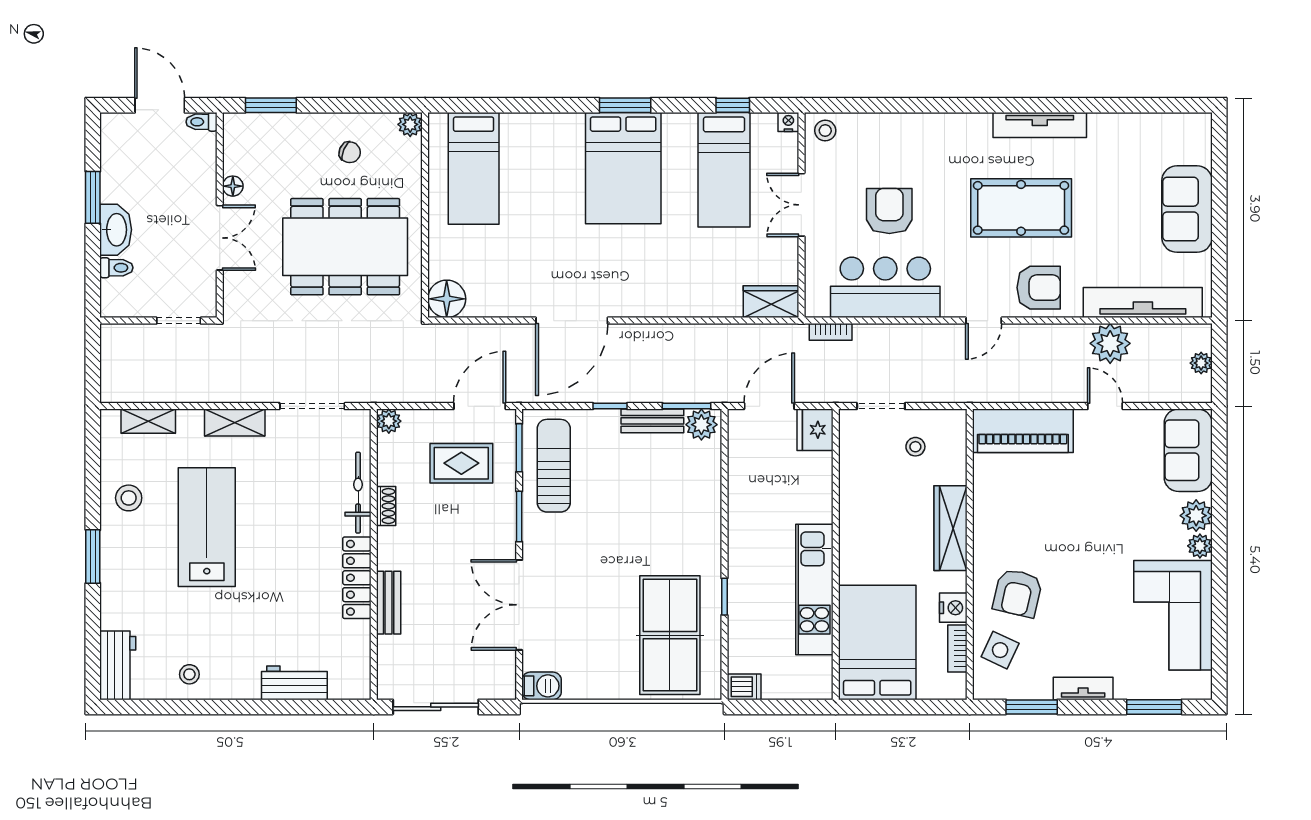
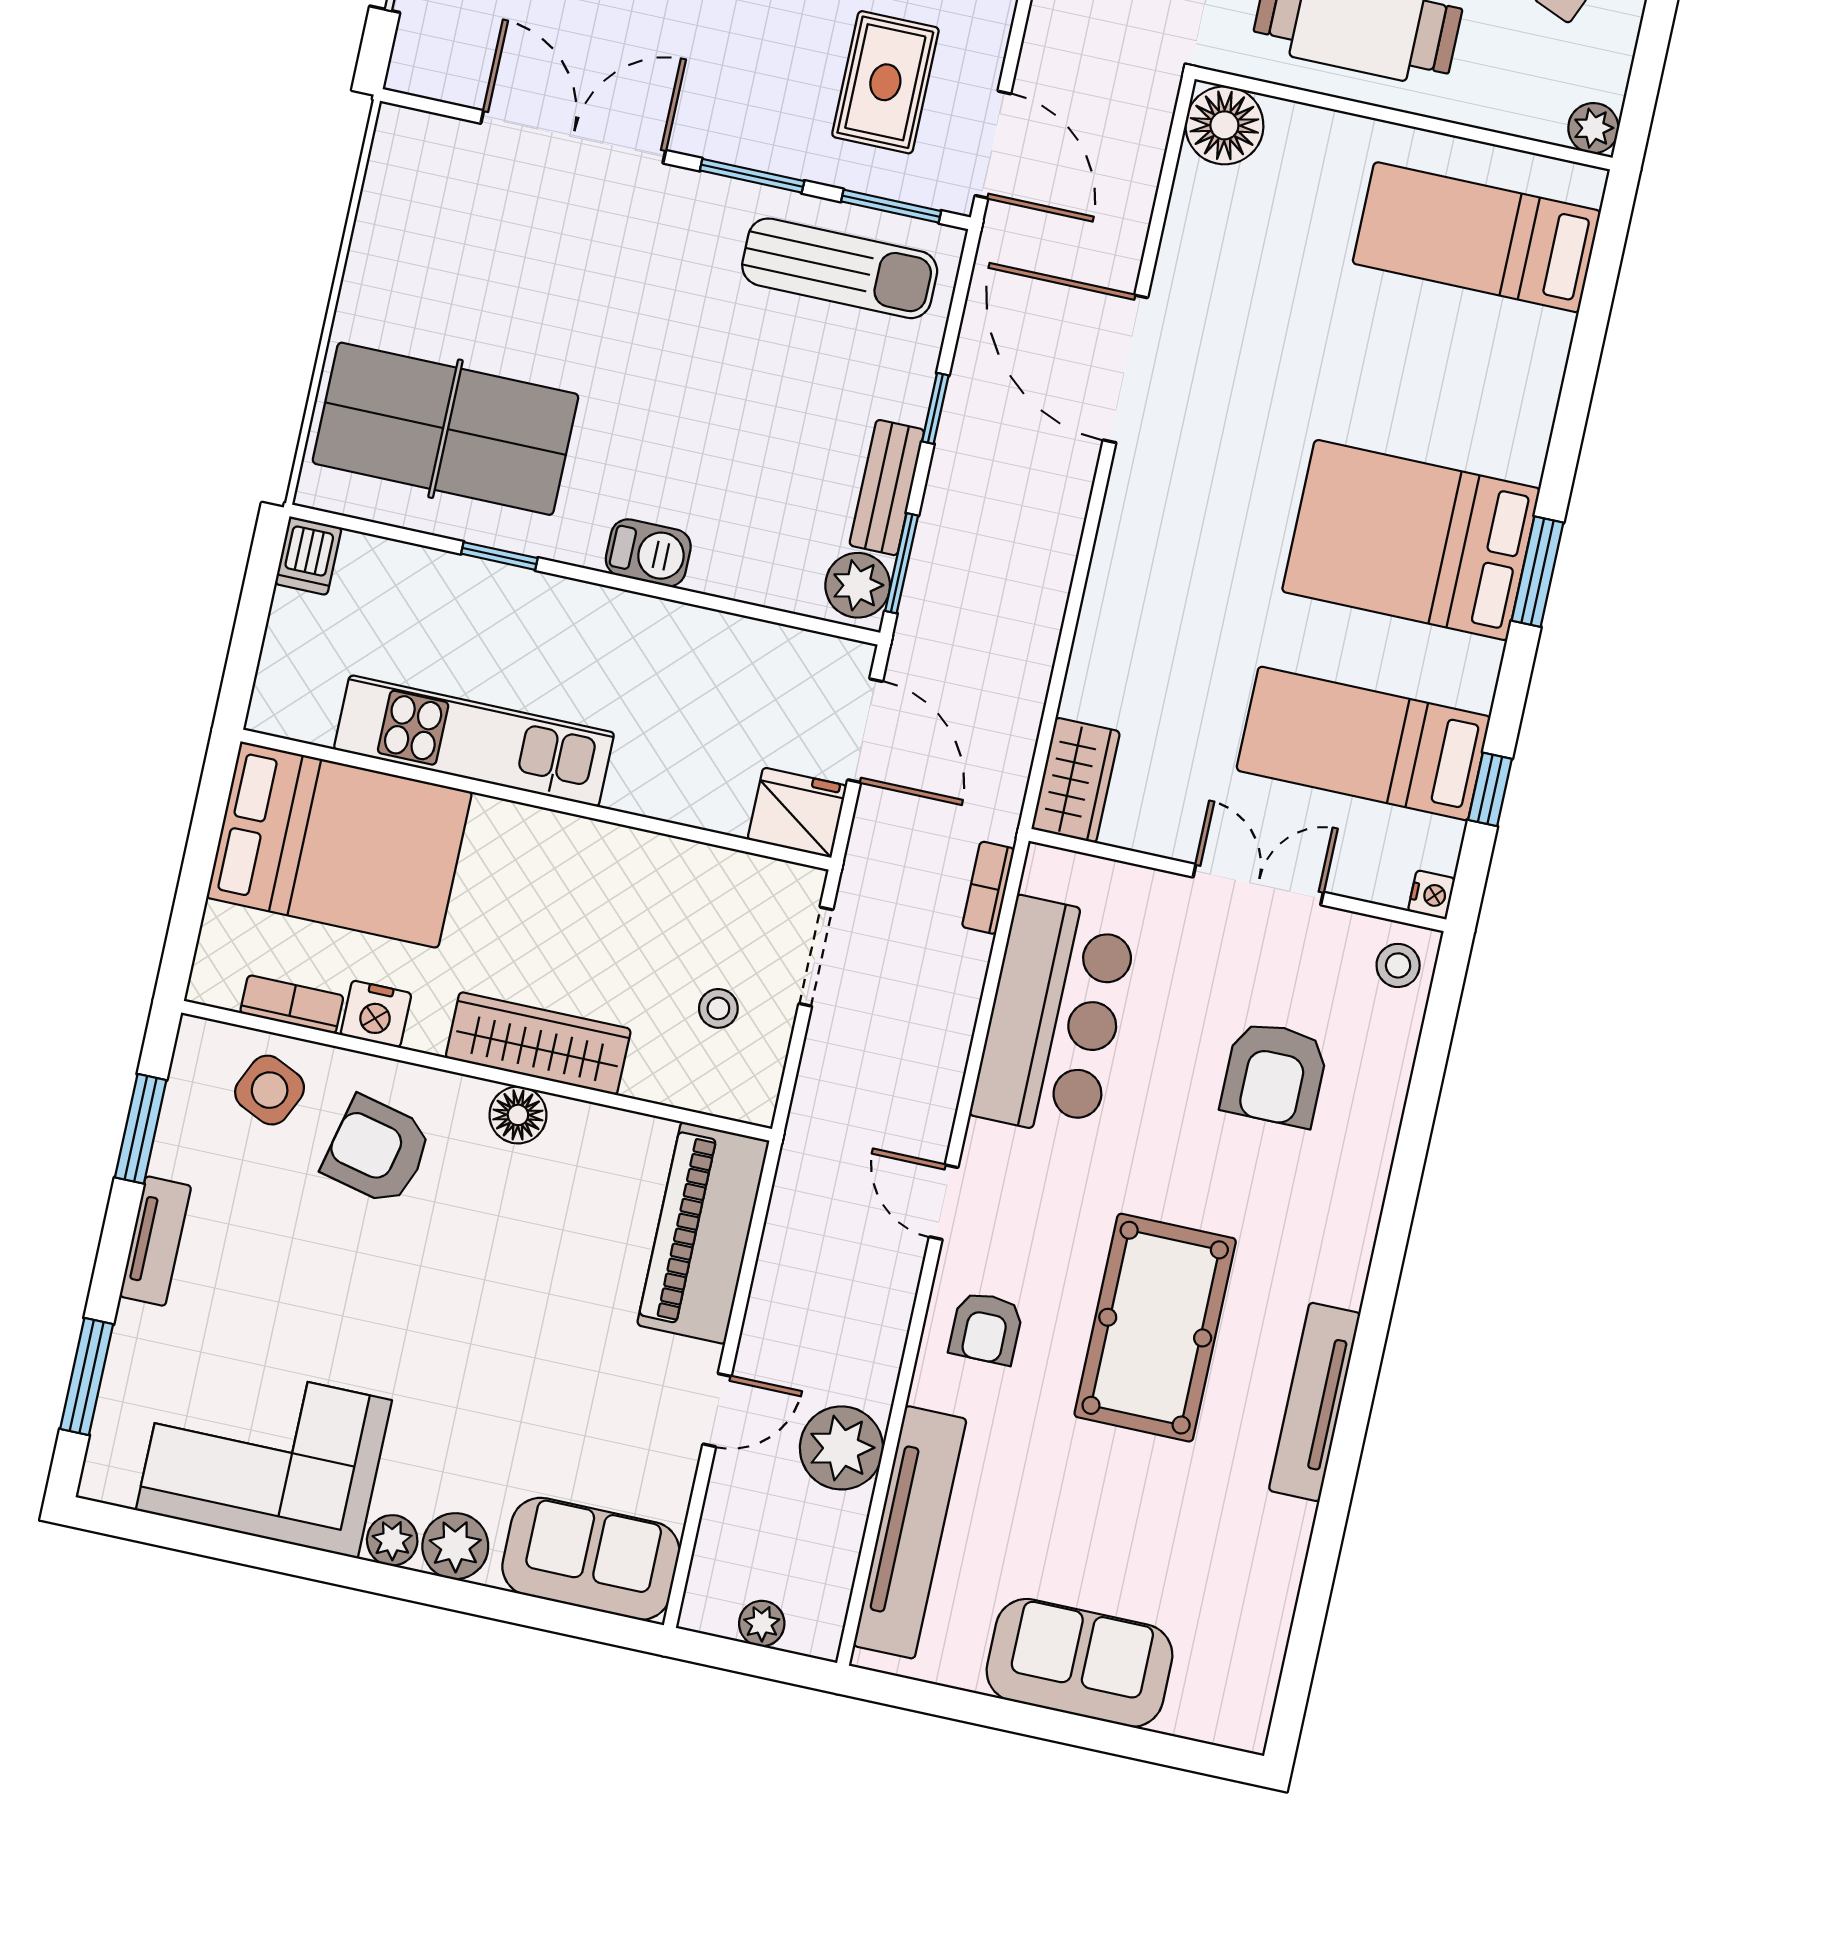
armchair: (889, 211) -> (1274, 1074), moved, turned 90
armchair: (1039, 288) -> (986, 1328), width x0.72, depth x0.72
floor lamp: (986, 530) -> (518, 1115), added
barbecue: (542, 686) -> (648, 553), moved, turned -90

